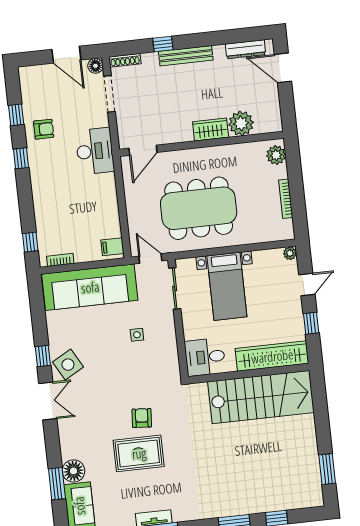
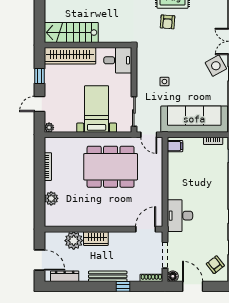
plant: (241, 123) -> (74, 241), moved
armchair: (44, 129) -> (215, 265), moved, turned 52
wardrobe: (211, 130) -> (96, 239), moved
wall: (201, 144) -> (103, 229), moved
door: (143, 150) -> (146, 229), moved
stairs: (261, 397) -> (71, 33), width x0.73, depth x0.66

